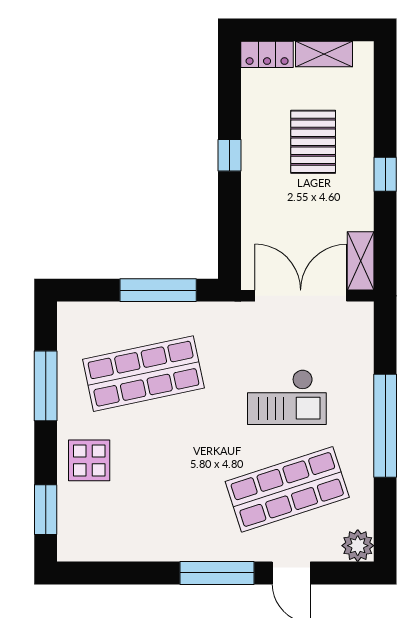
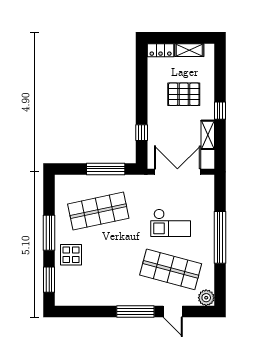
pallet: (313, 142) -> (184, 94), turned 90
window: (230, 155) -> (142, 133), moved
shelving: (361, 261) -> (208, 135), moved
window: (46, 386) -> (49, 233), moved
shop shelf: (287, 489) -> (171, 269), turned 33

